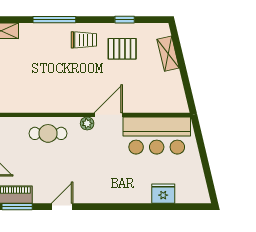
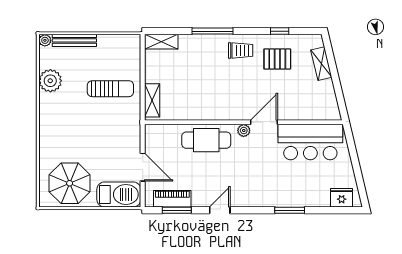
cafe table: (48, 133) -> (206, 140), width x1.37, depth x1.35
fridge: (163, 194) -> (342, 198), moved
window: (135, 207) -> (290, 210), added

